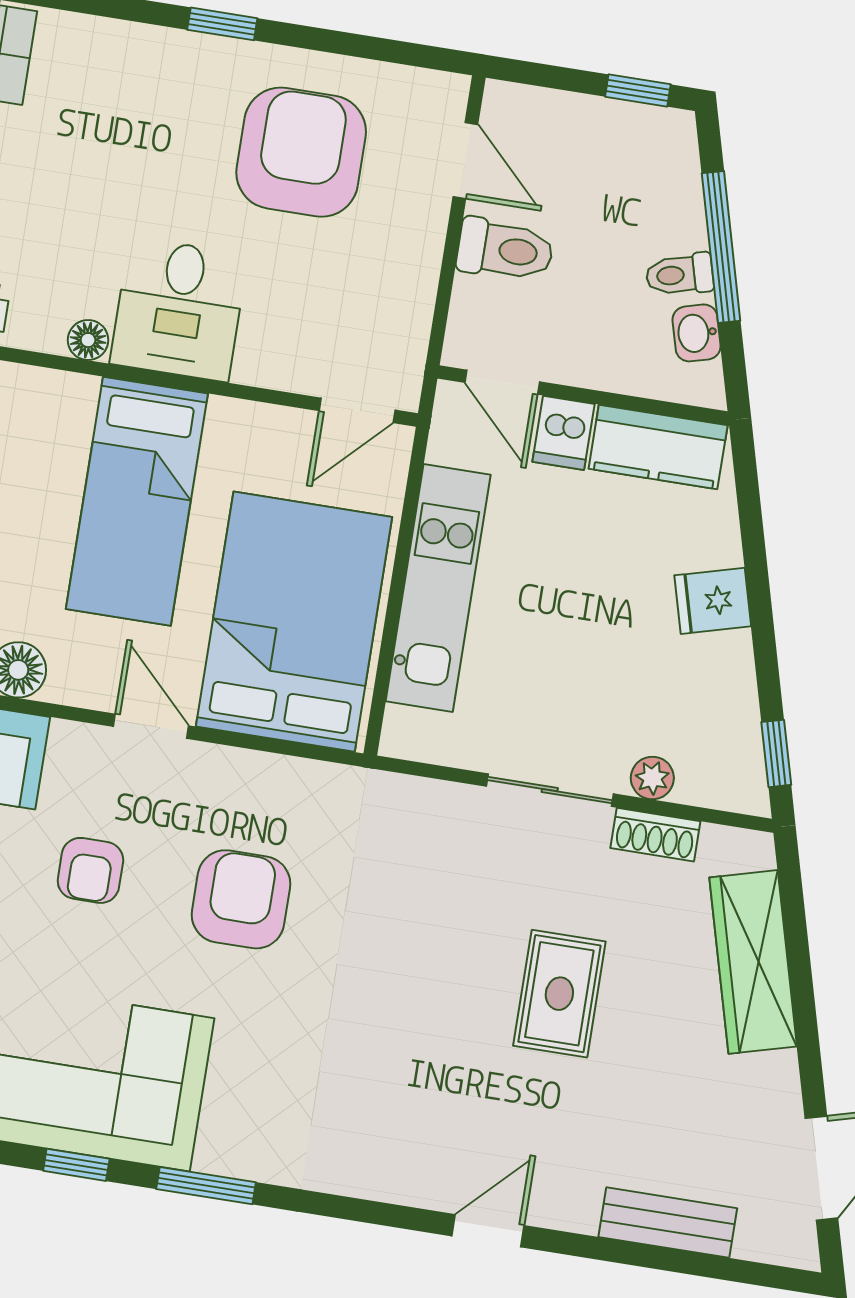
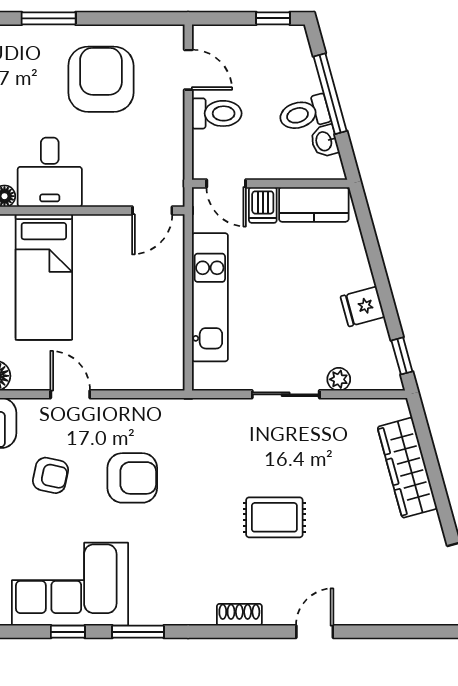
window: (222, 24) -> (49, 18), width x1.50
toilet: (680, 275) -> (304, 114), width x1.37, depth x1.39
fridge: (713, 601) -> (363, 307), moved
bed: (294, 622) -> (137, 327), removed
shoe rack: (655, 835) -> (239, 615), moved, turned 180
armchair: (90, 870) -> (51, 475), turned -78
armchair: (241, 899) -> (132, 478), turned 90
rug: (559, 994) -> (274, 517), moved, turned 90
bench: (668, 1223) -> (384, 612), removed
door: (488, 1231) -> (315, 632), moved

